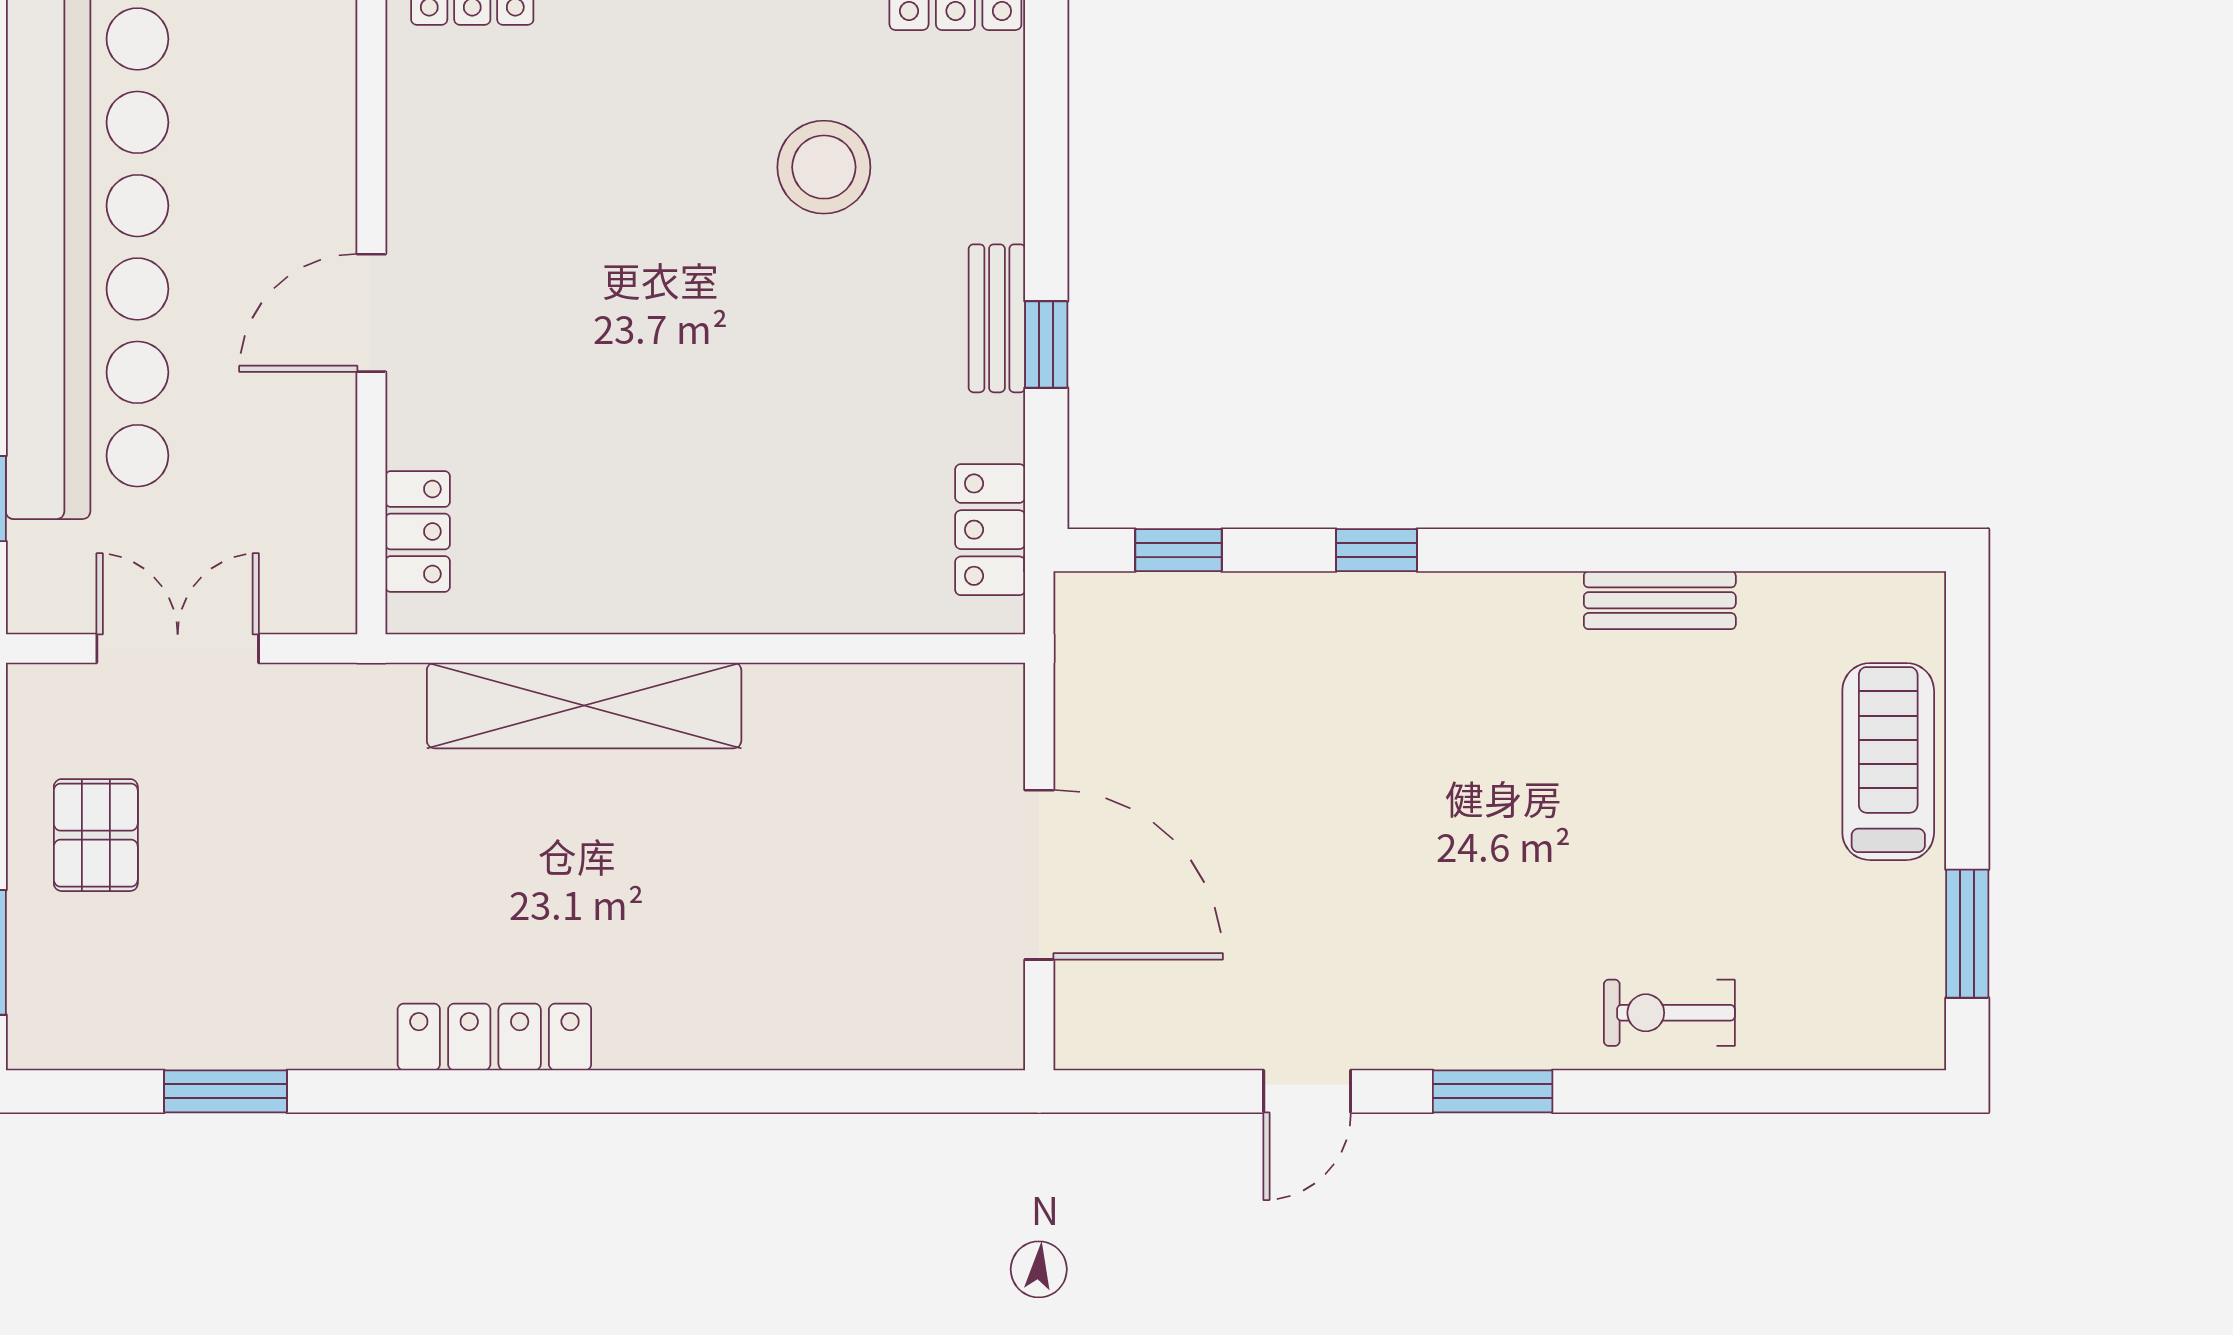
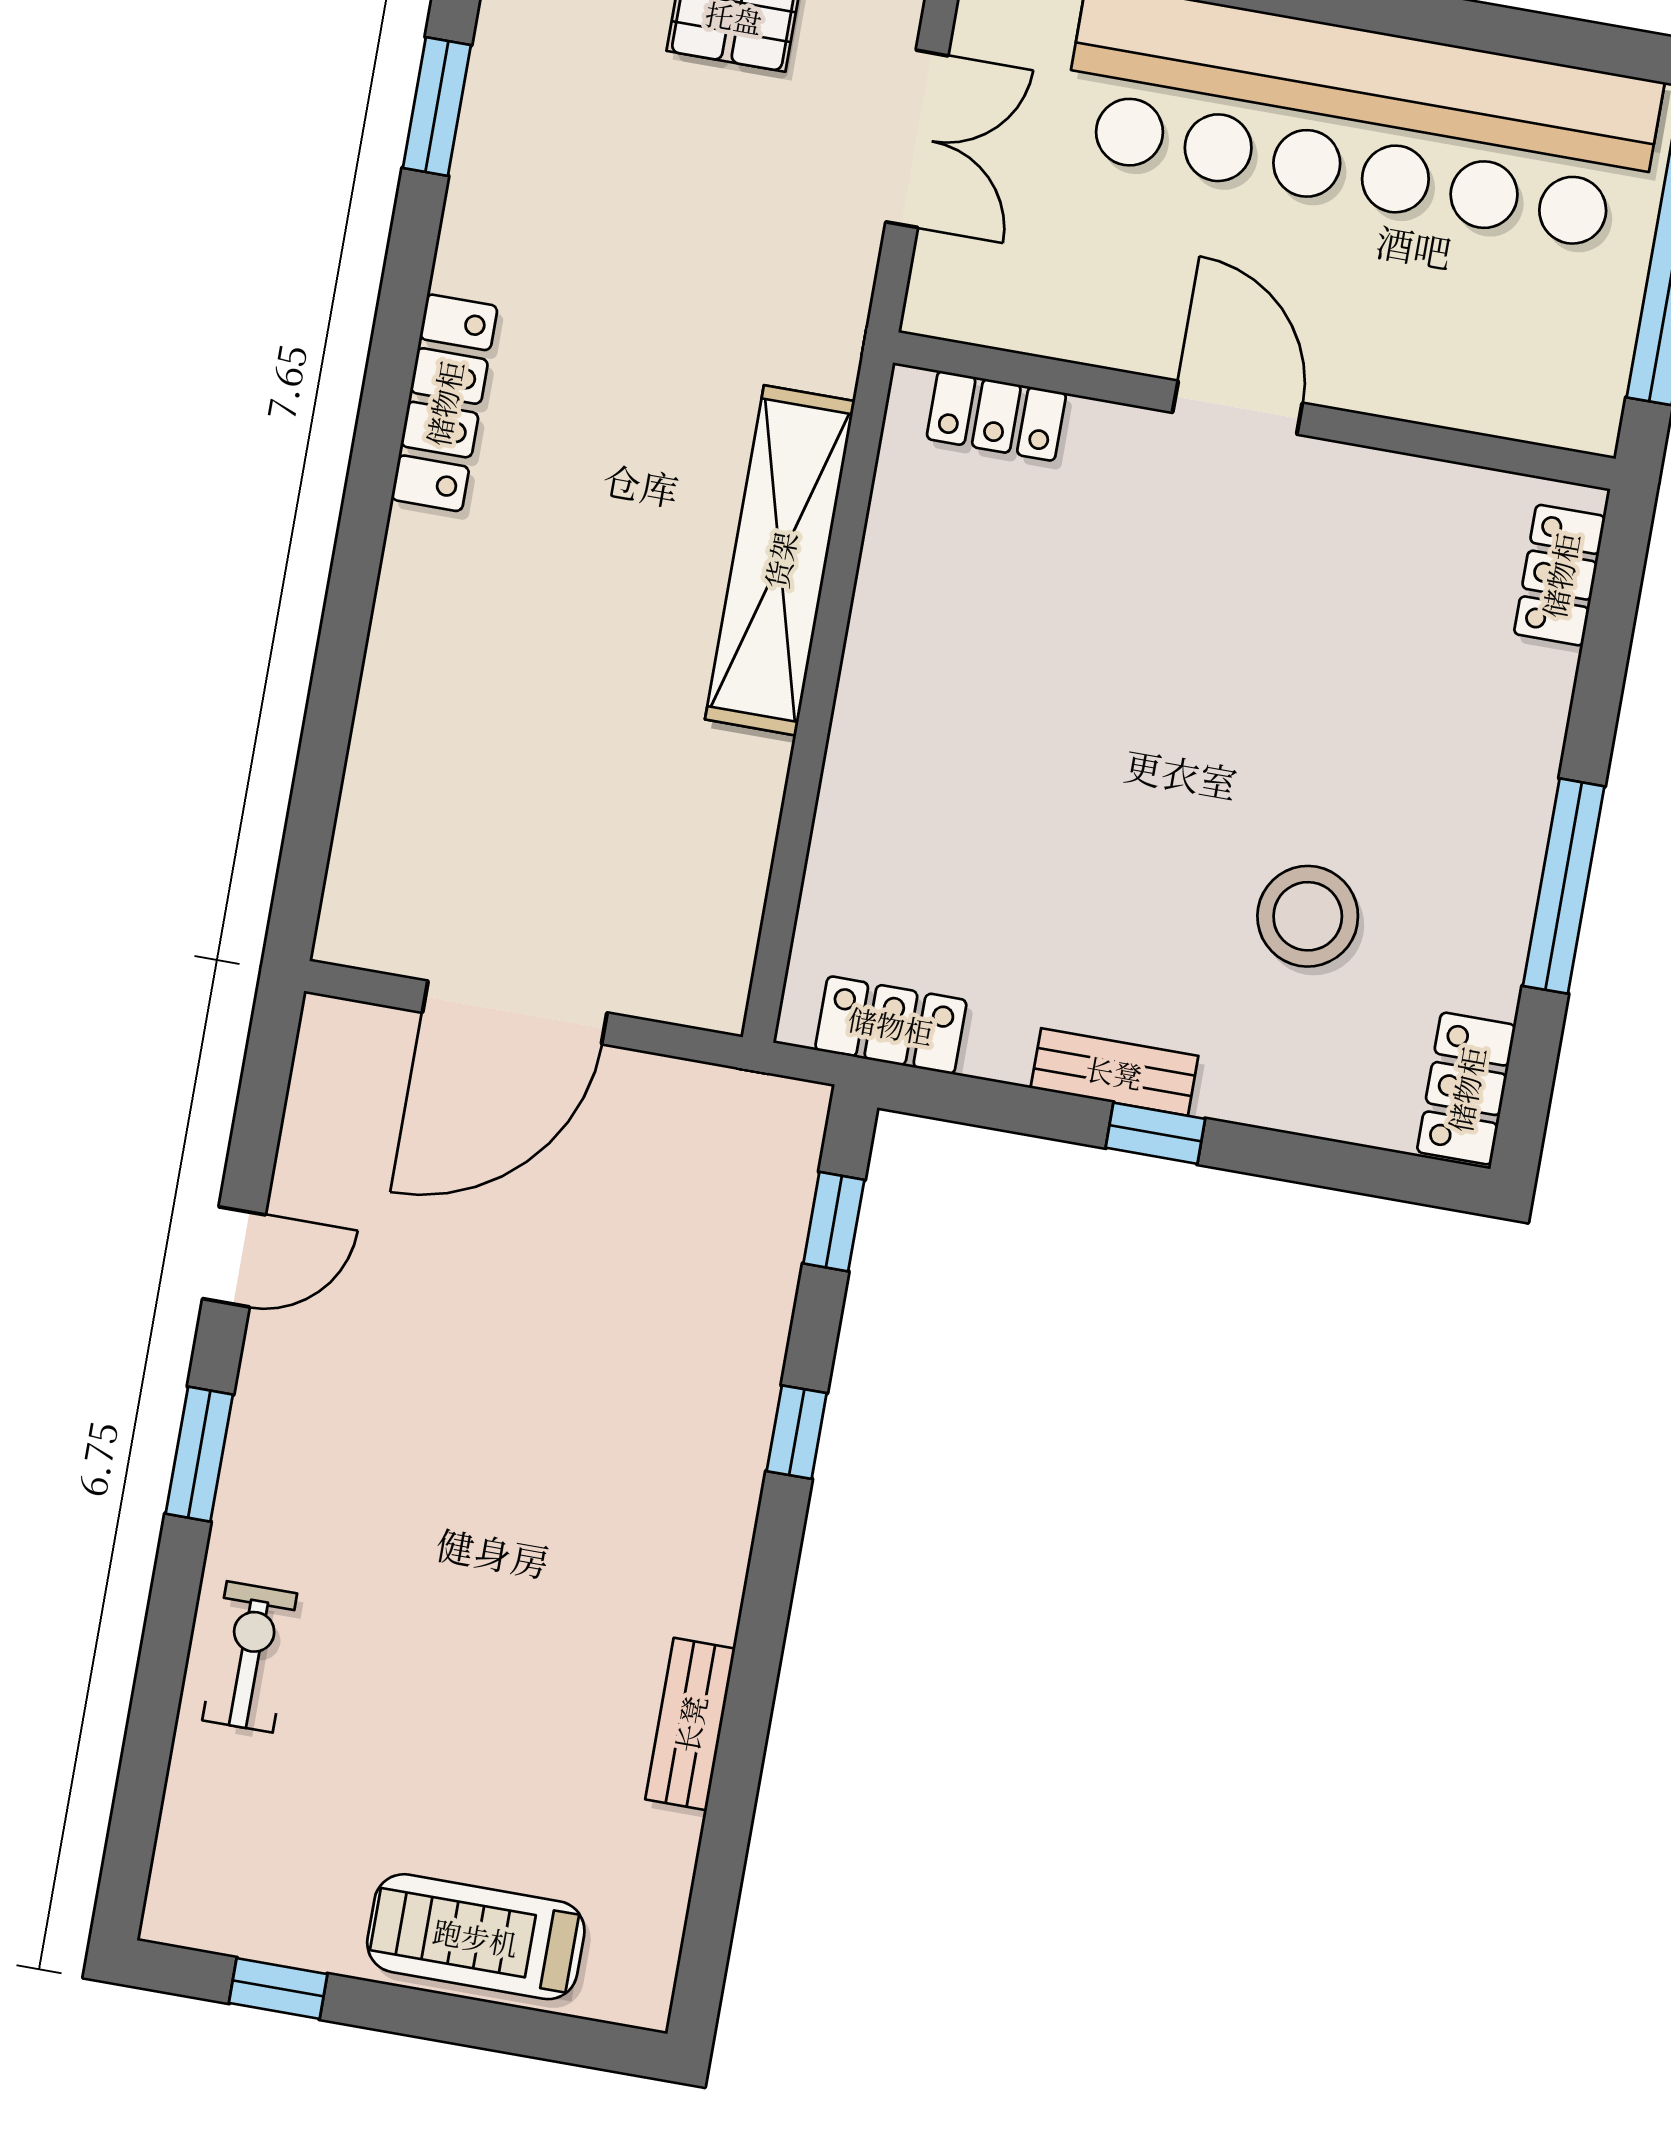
window: (1046, 344) -> (1155, 1133), moved
treadmill: (1888, 762) -> (476, 1937), turned 180
window: (1967, 934) -> (278, 1988), width x0.67
door: (1307, 1091) -> (234, 1257), swing flipped

